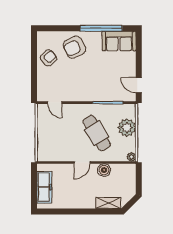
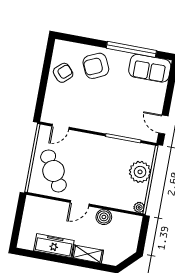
door: (55, 103) -> (61, 127), hinge flipped
cafe table: (97, 133) -> (53, 171), moved
freezer: (44, 187) -> (54, 246), moved, turned -90
shelving: (108, 203) -> (88, 254), moved

